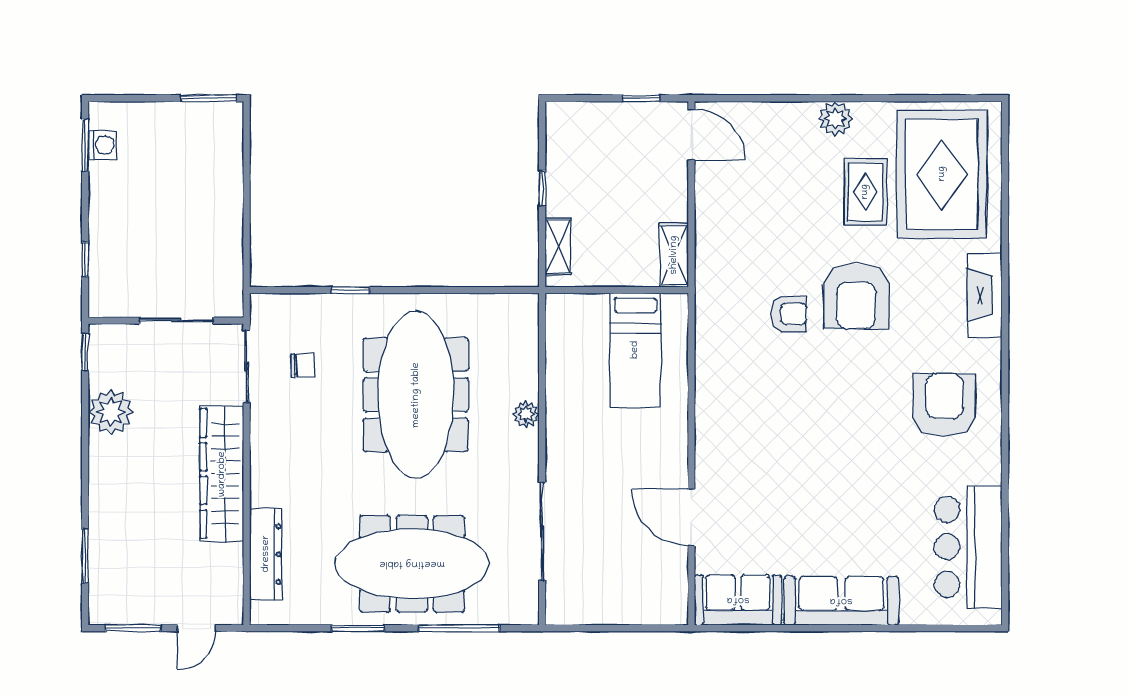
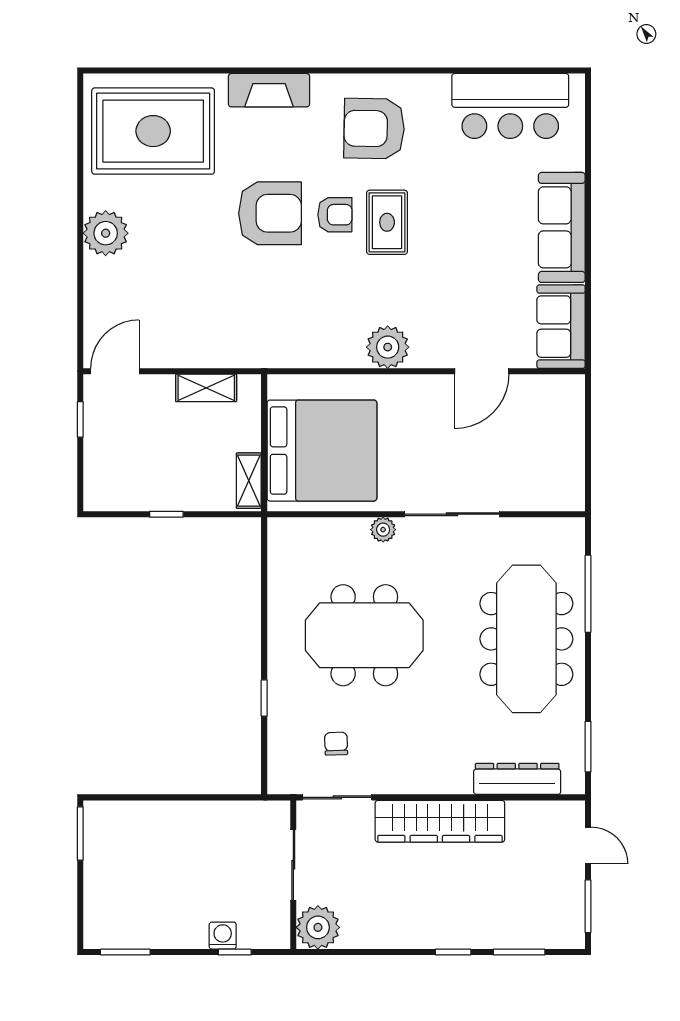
plant: (835, 119) -> (106, 233), width x1.36, depth x1.36
washing machine: (102, 145) -> (223, 936), moved
rug: (865, 192) -> (387, 222), moved, turned 90
shelving: (558, 247) -> (249, 481), moved, turned 90
shelving: (674, 255) -> (206, 388), moved
armchair: (789, 314) -> (335, 215), moved, turned 90
bed: (635, 350) -> (322, 451), width x2.04
window: (85, 352) -> (453, 952), moved
meeting table: (416, 395) -> (364, 635), width x0.73
plant: (111, 412) -> (318, 927), moved
plant: (716, 419) -> (388, 347), added
sliding door: (542, 531) -> (452, 514), moved
window: (358, 628) -> (588, 747), moved

